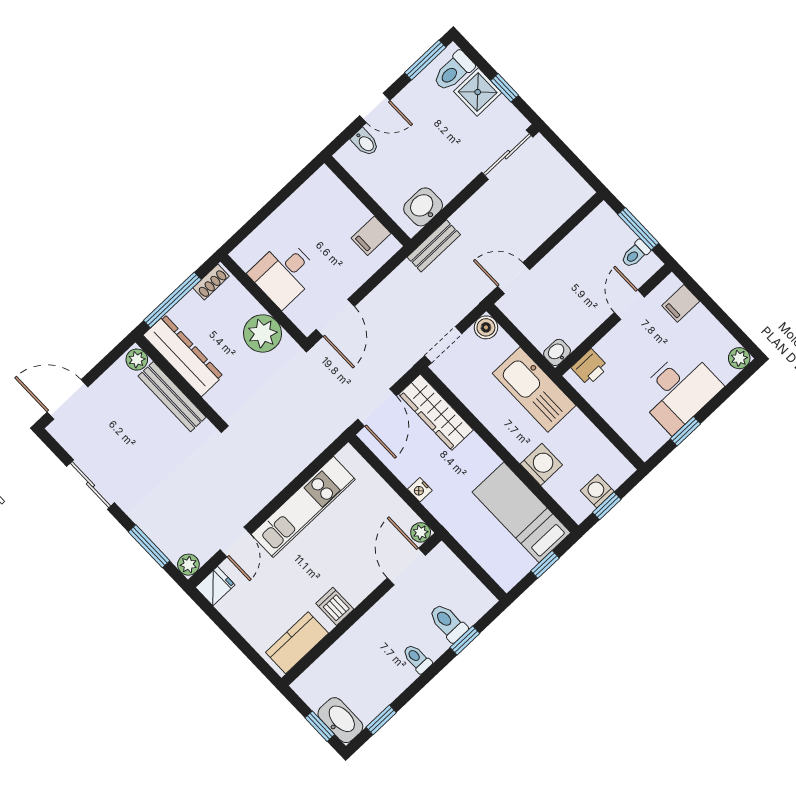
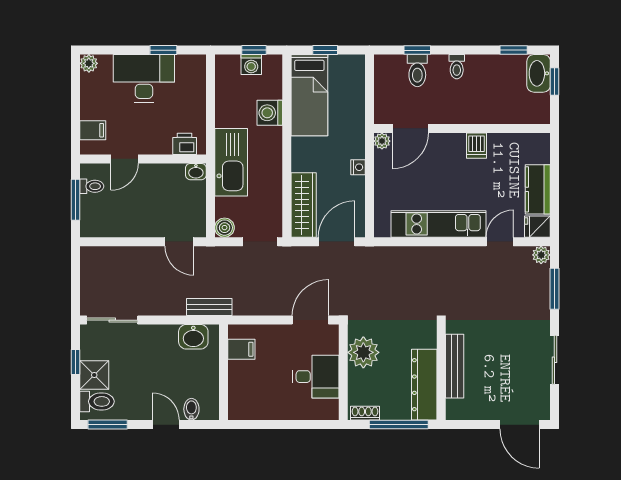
plant: (137, 360) -> (455, 409), removed
kitchen counter: (297, 643) -> (538, 189), moved, turned 90

